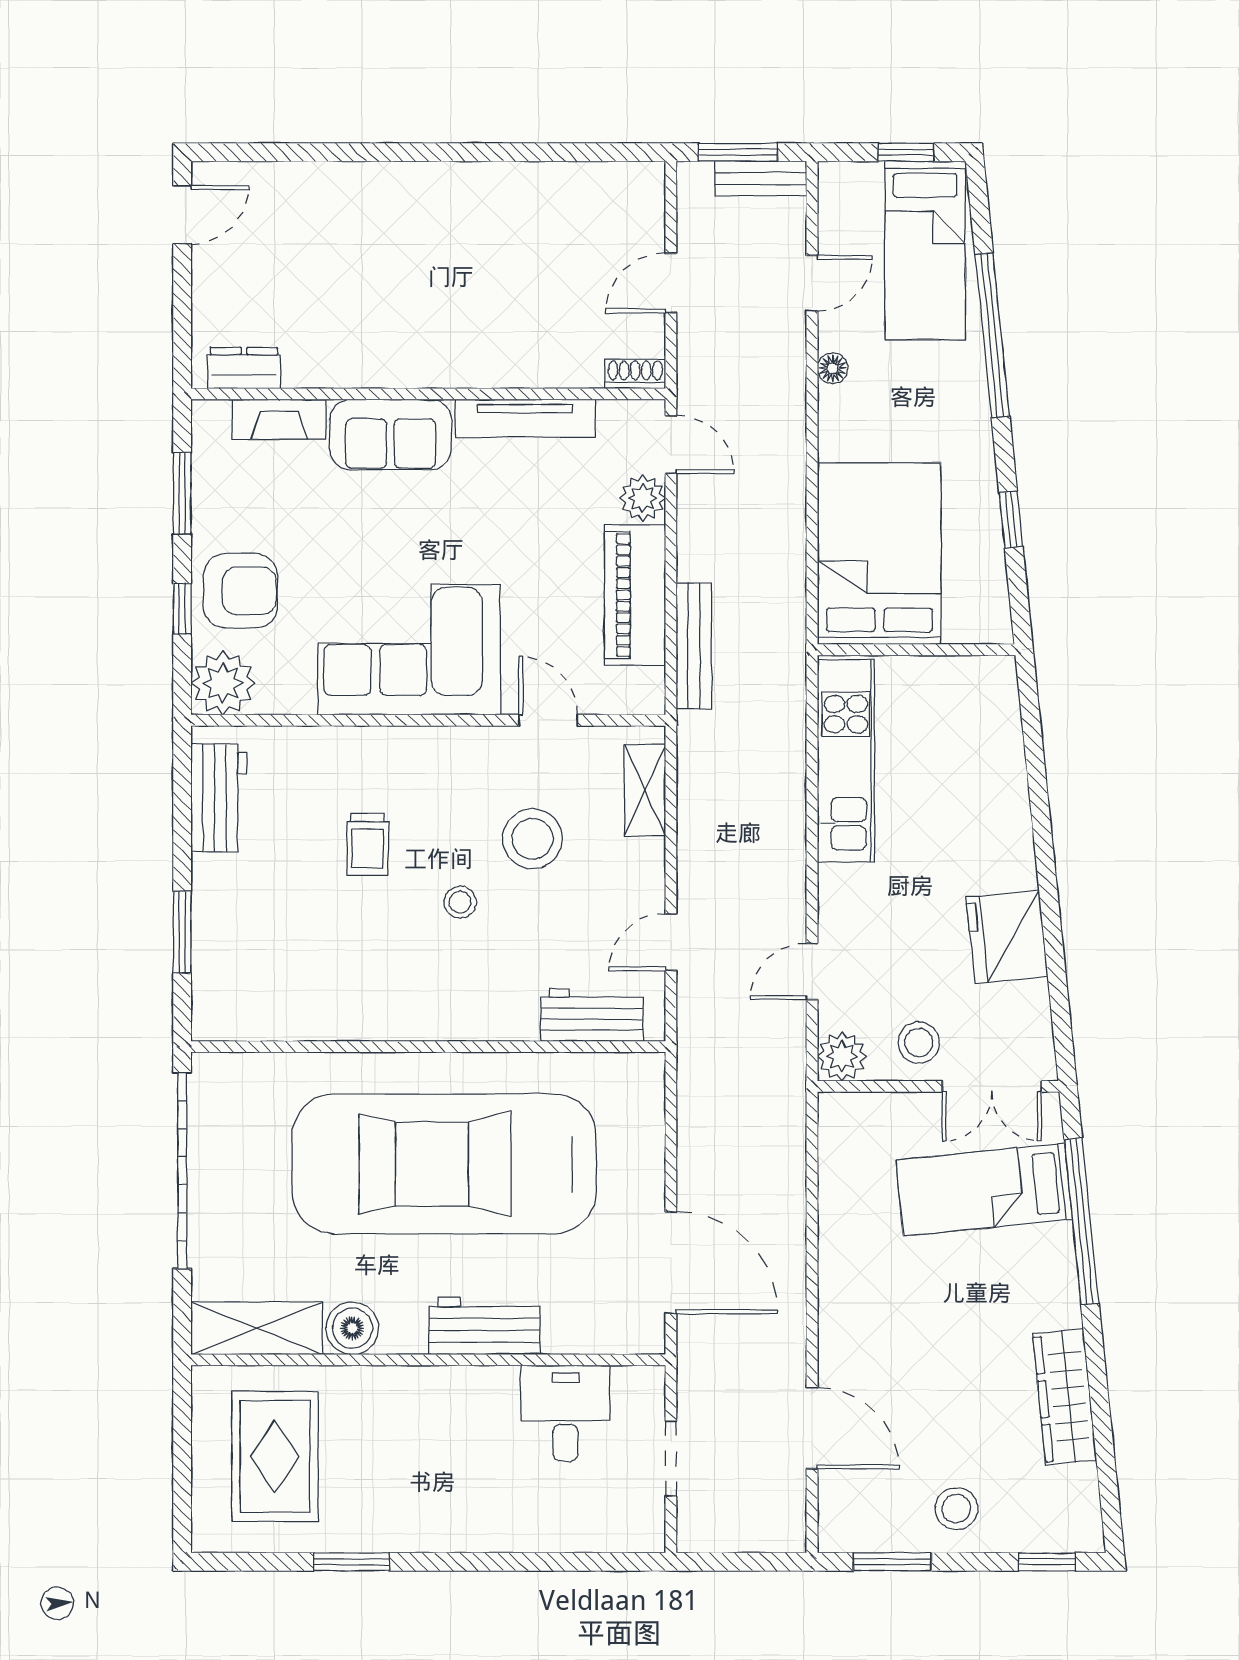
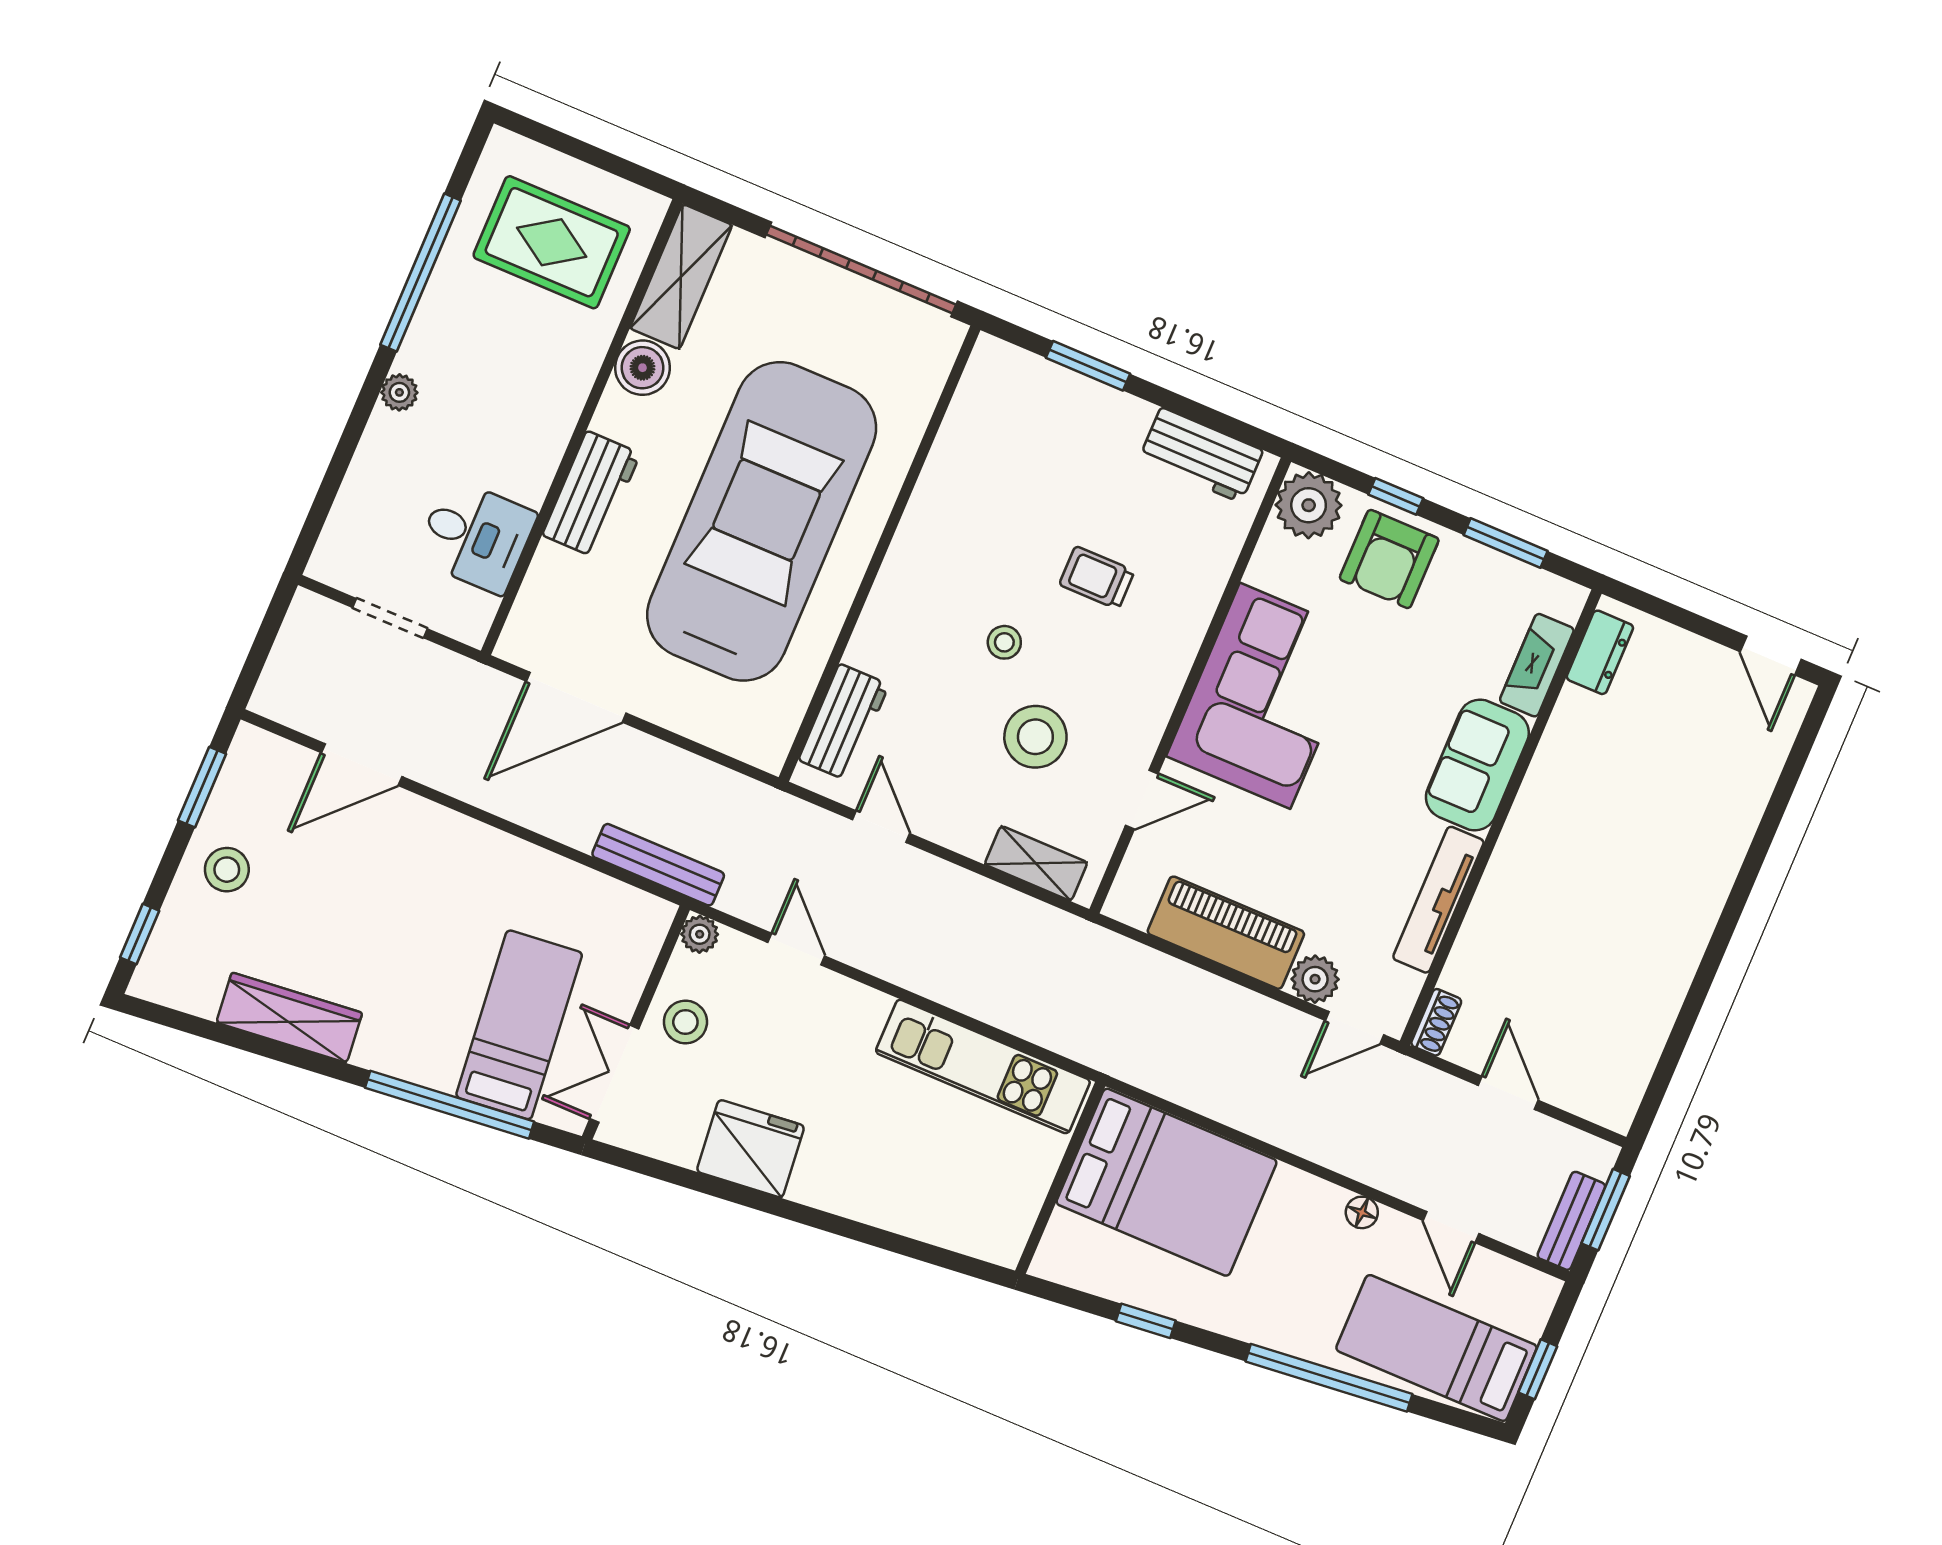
bench: (694, 646) -> (658, 865), moved
plant: (842, 1056) -> (700, 934), width x0.73, depth x0.73
plant: (466, 1535) -> (399, 392), added
window: (352, 1562) -> (420, 273), width x2.11

